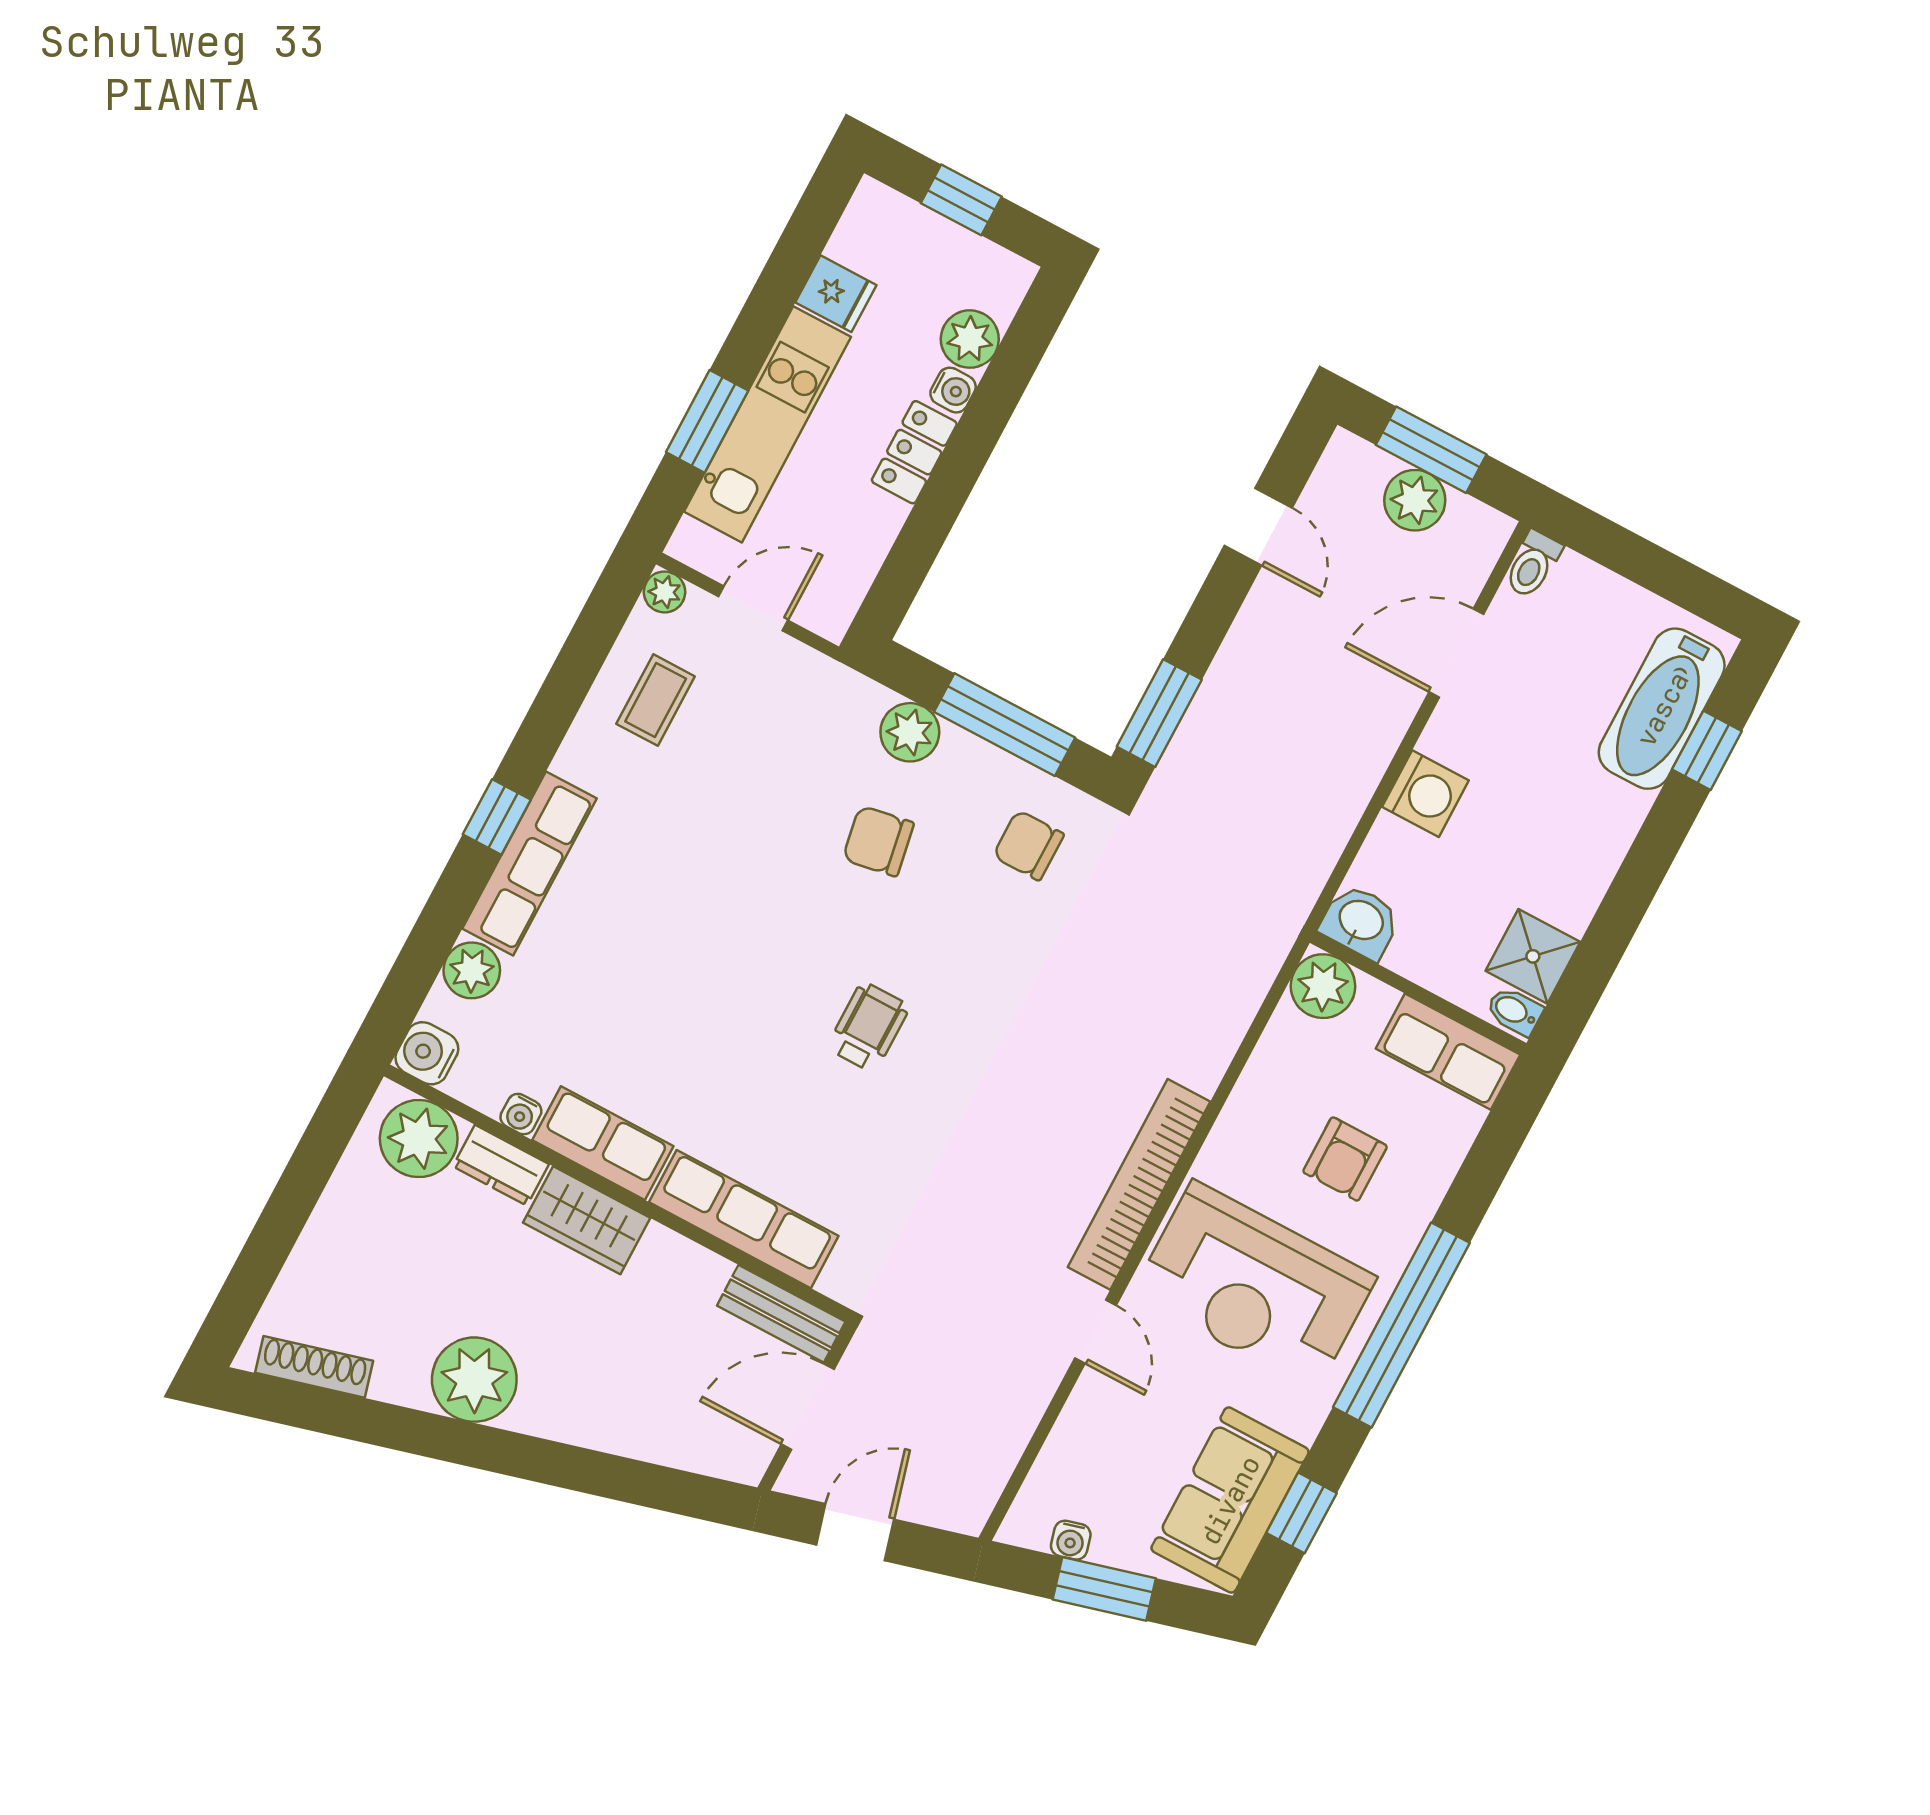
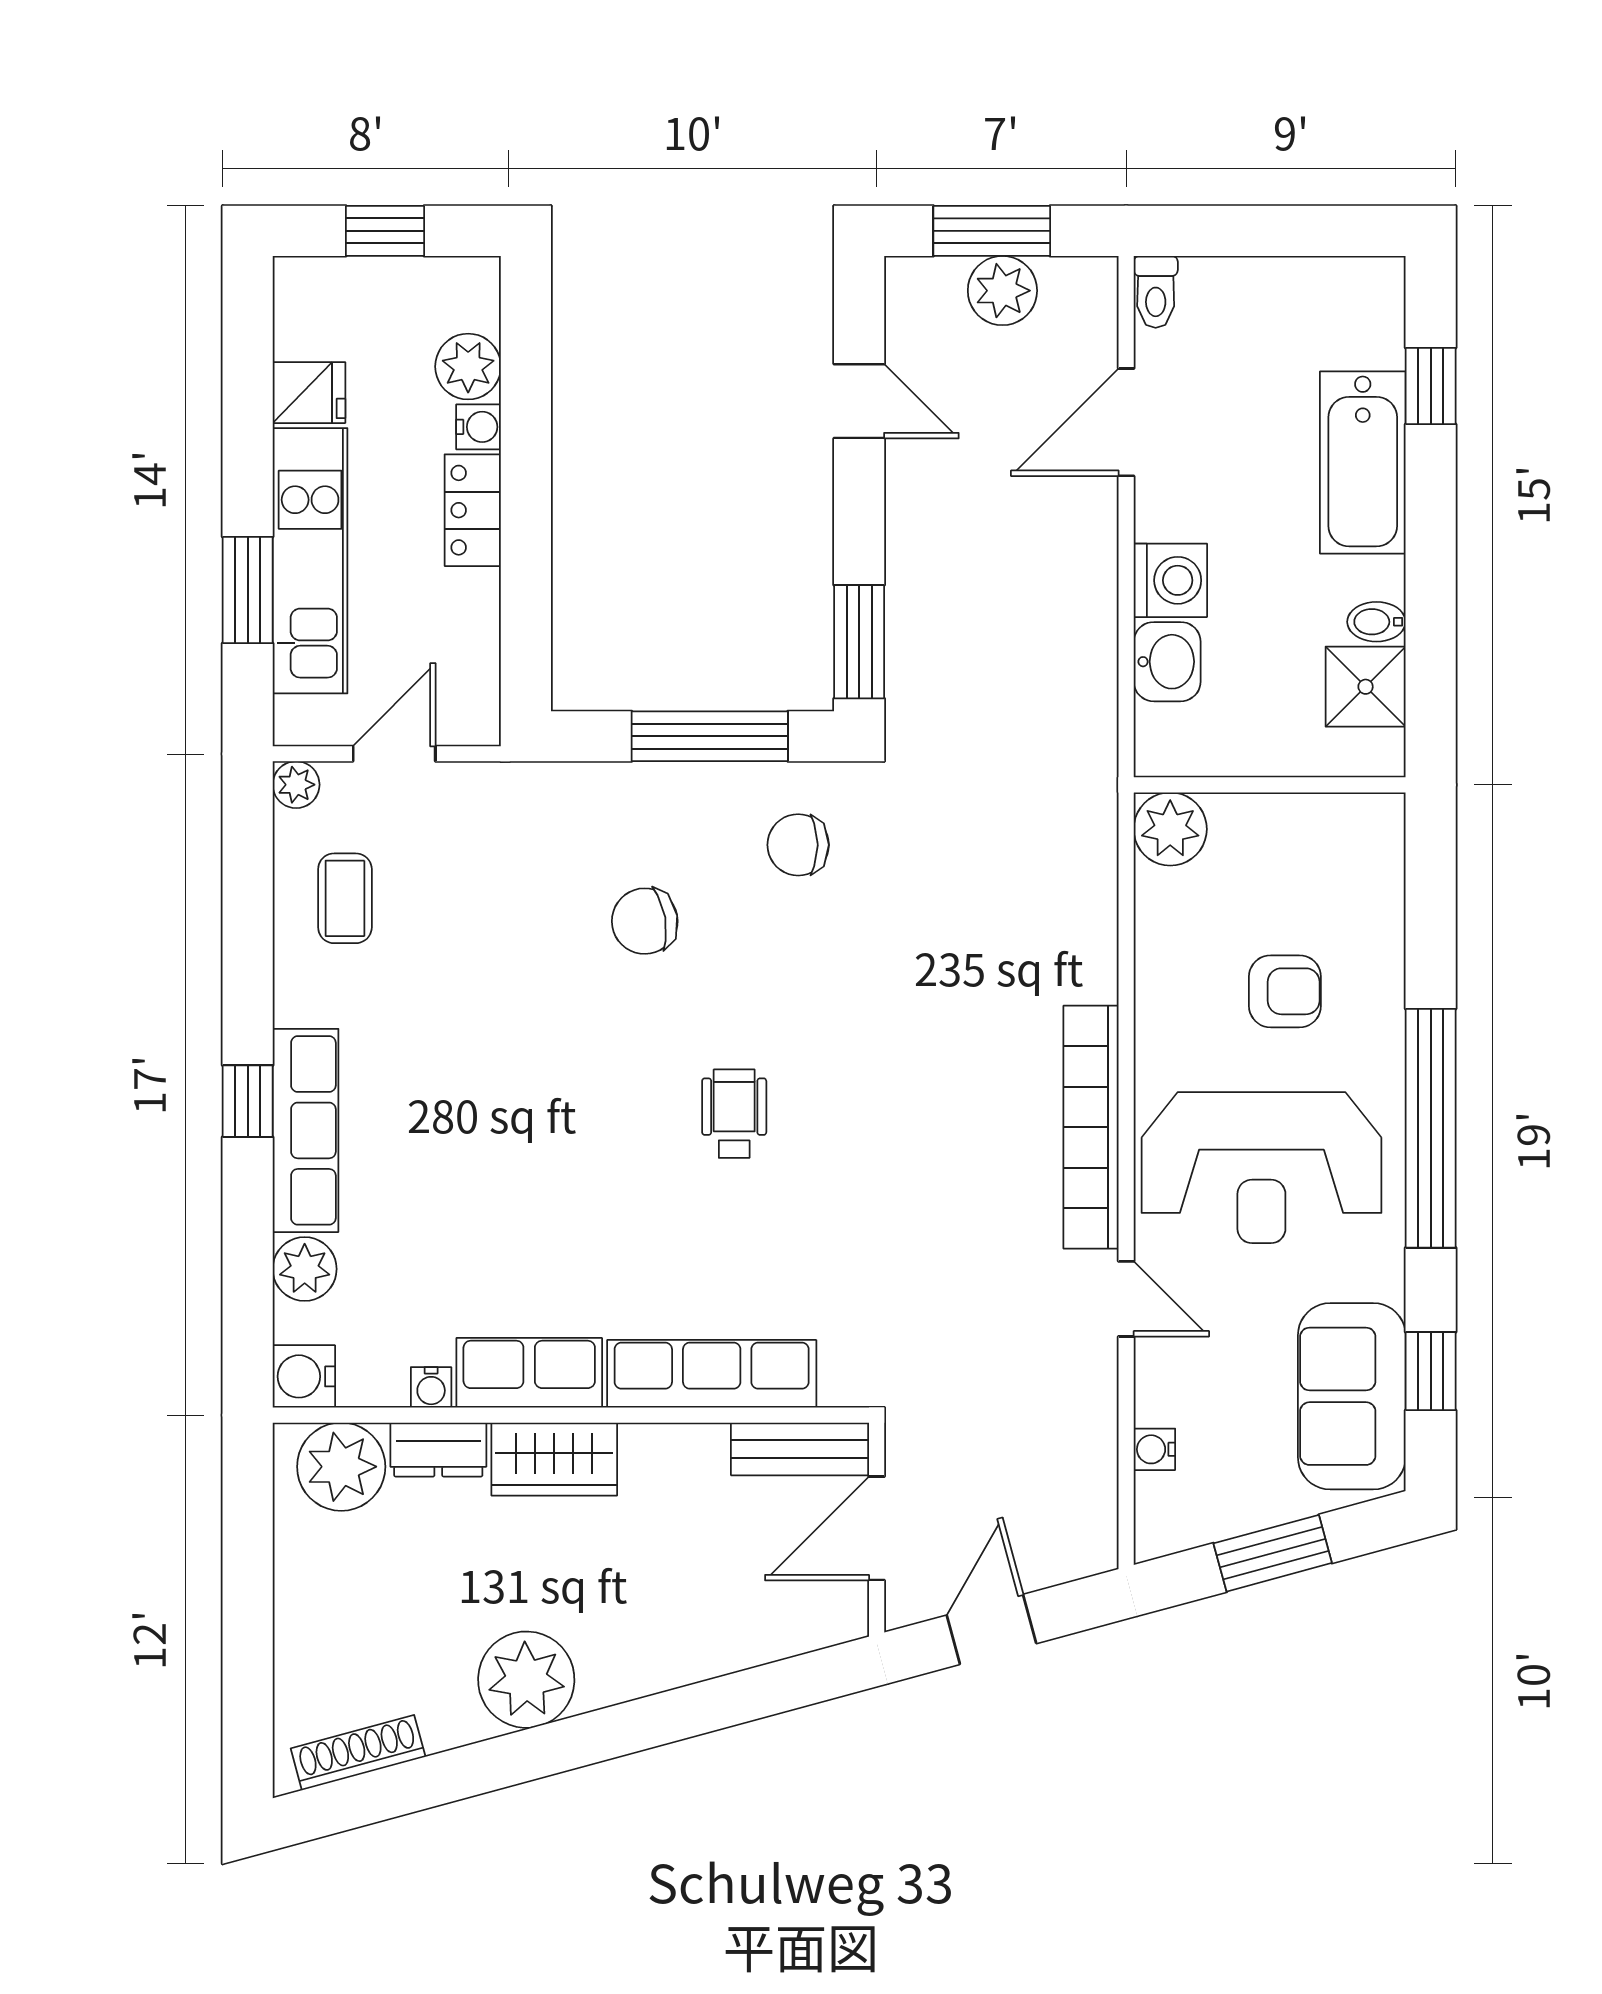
bathtub: (1662, 709) -> (1363, 462), moved
plant: (910, 732) -> (618, 795), removed
washbasin: (1360, 921) -> (1167, 662), moved, turned 90
bidet: (1515, 1011) -> (1376, 622), moved
row of seats: (1448, 1052) -> (1331, 828), removed
armchair: (1345, 1159) -> (1285, 991), turned -90
water cooler: (1071, 1540) -> (1154, 1449), moved, turned 105

